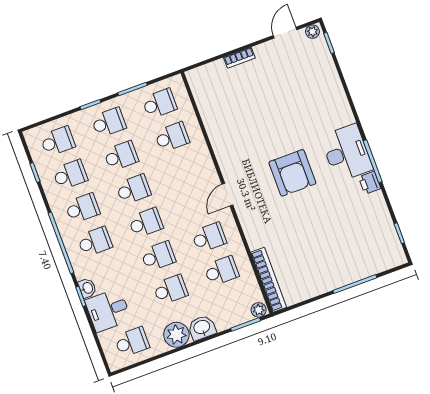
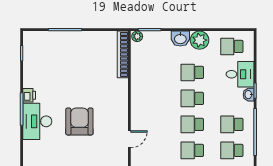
door: (227, 195) -> (129, 139), moved
school desk: (209, 237) -> (153, 98), removed
school desk: (221, 271) -> (153, 72), removed

